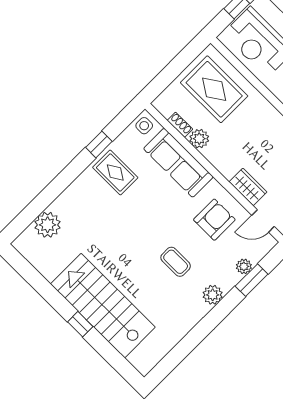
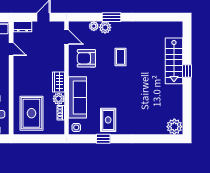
wardrobe: (248, 187) -> (58, 82), moved
plant: (48, 225) -> (174, 127), moved
window: (252, 280) -> (112, 17), moved
plant: (213, 295) -> (105, 27), moved
stairs: (103, 306) -> (174, 61), width x0.73, depth x0.66

